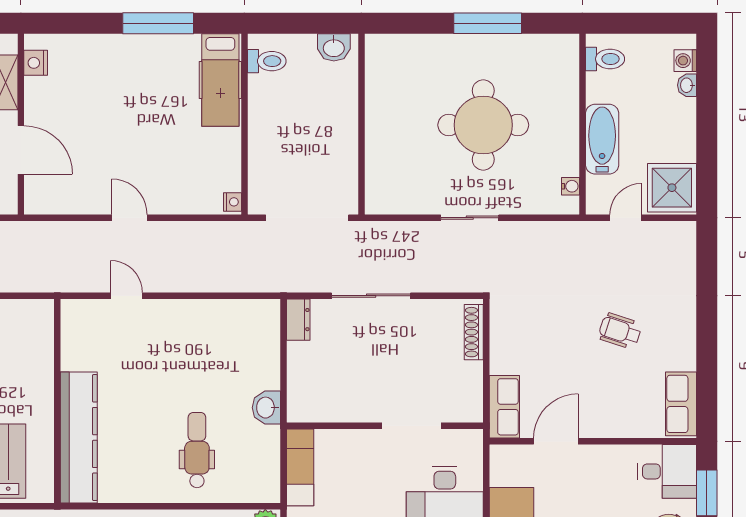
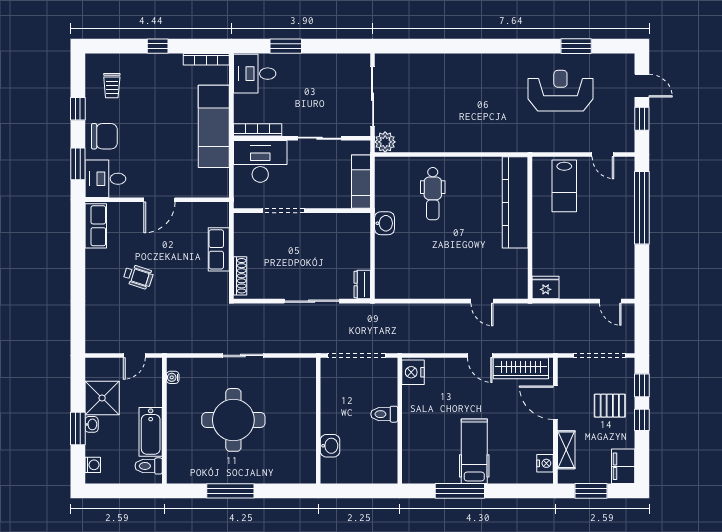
washbasin: (334, 47) -> (330, 446), moved, turned 90
toilet: (267, 61) -> (384, 414), moved
hospital bed: (220, 80) -> (474, 451), moved
washbasin: (687, 85) -> (92, 424), moved
window: (707, 113) -> (78, 428), added
bathtub: (602, 139) -> (151, 432), moved
shower: (672, 188) -> (102, 398), moved
wardrobe: (70, 199) -> (521, 368), added
nightstand: (232, 202) -> (413, 372), width x1.89, depth x1.79
fridge: (35, 315) -> (546, 288), added
row of seats: (504, 407) -> (219, 249), moved
door: (556, 441) -> (159, 200), moved

